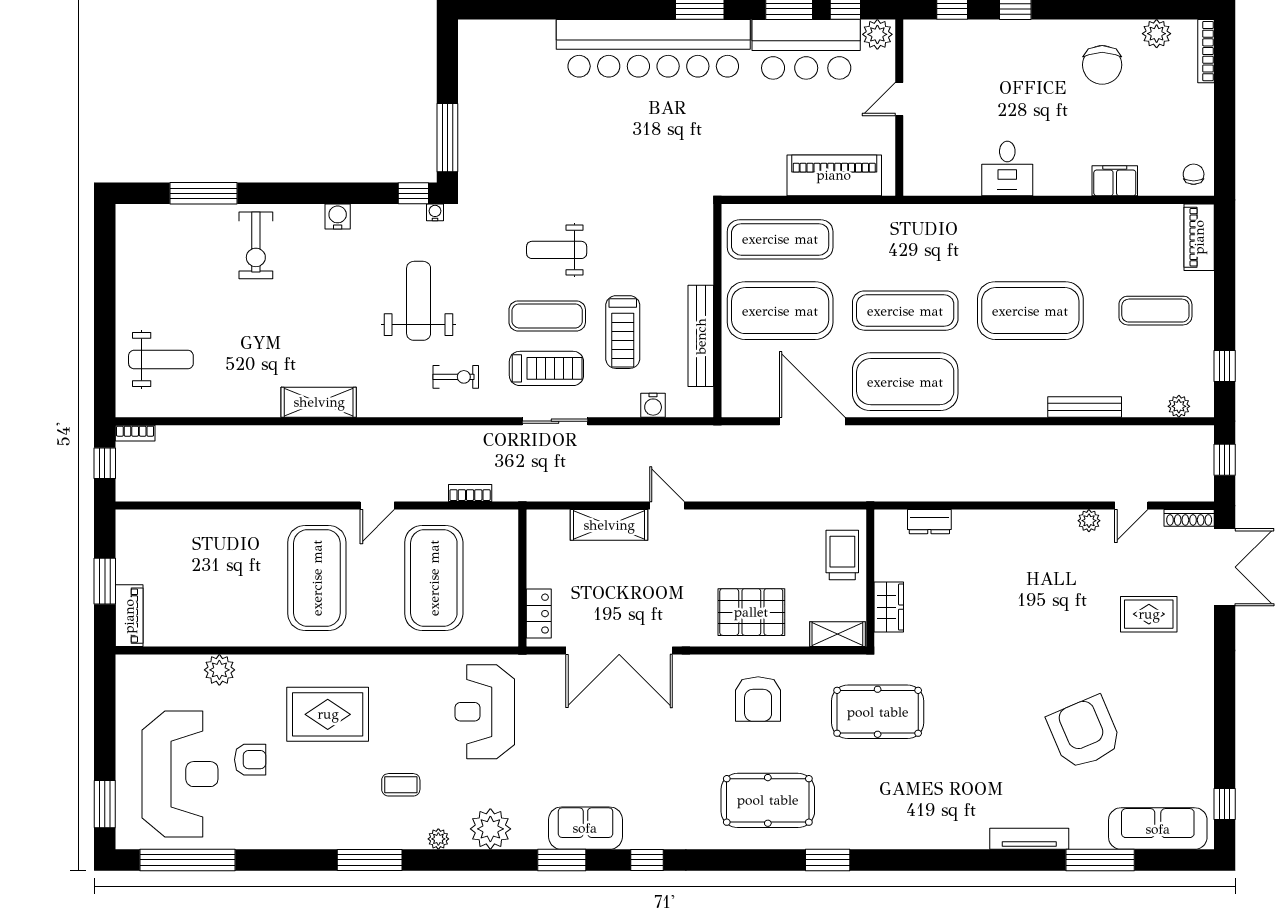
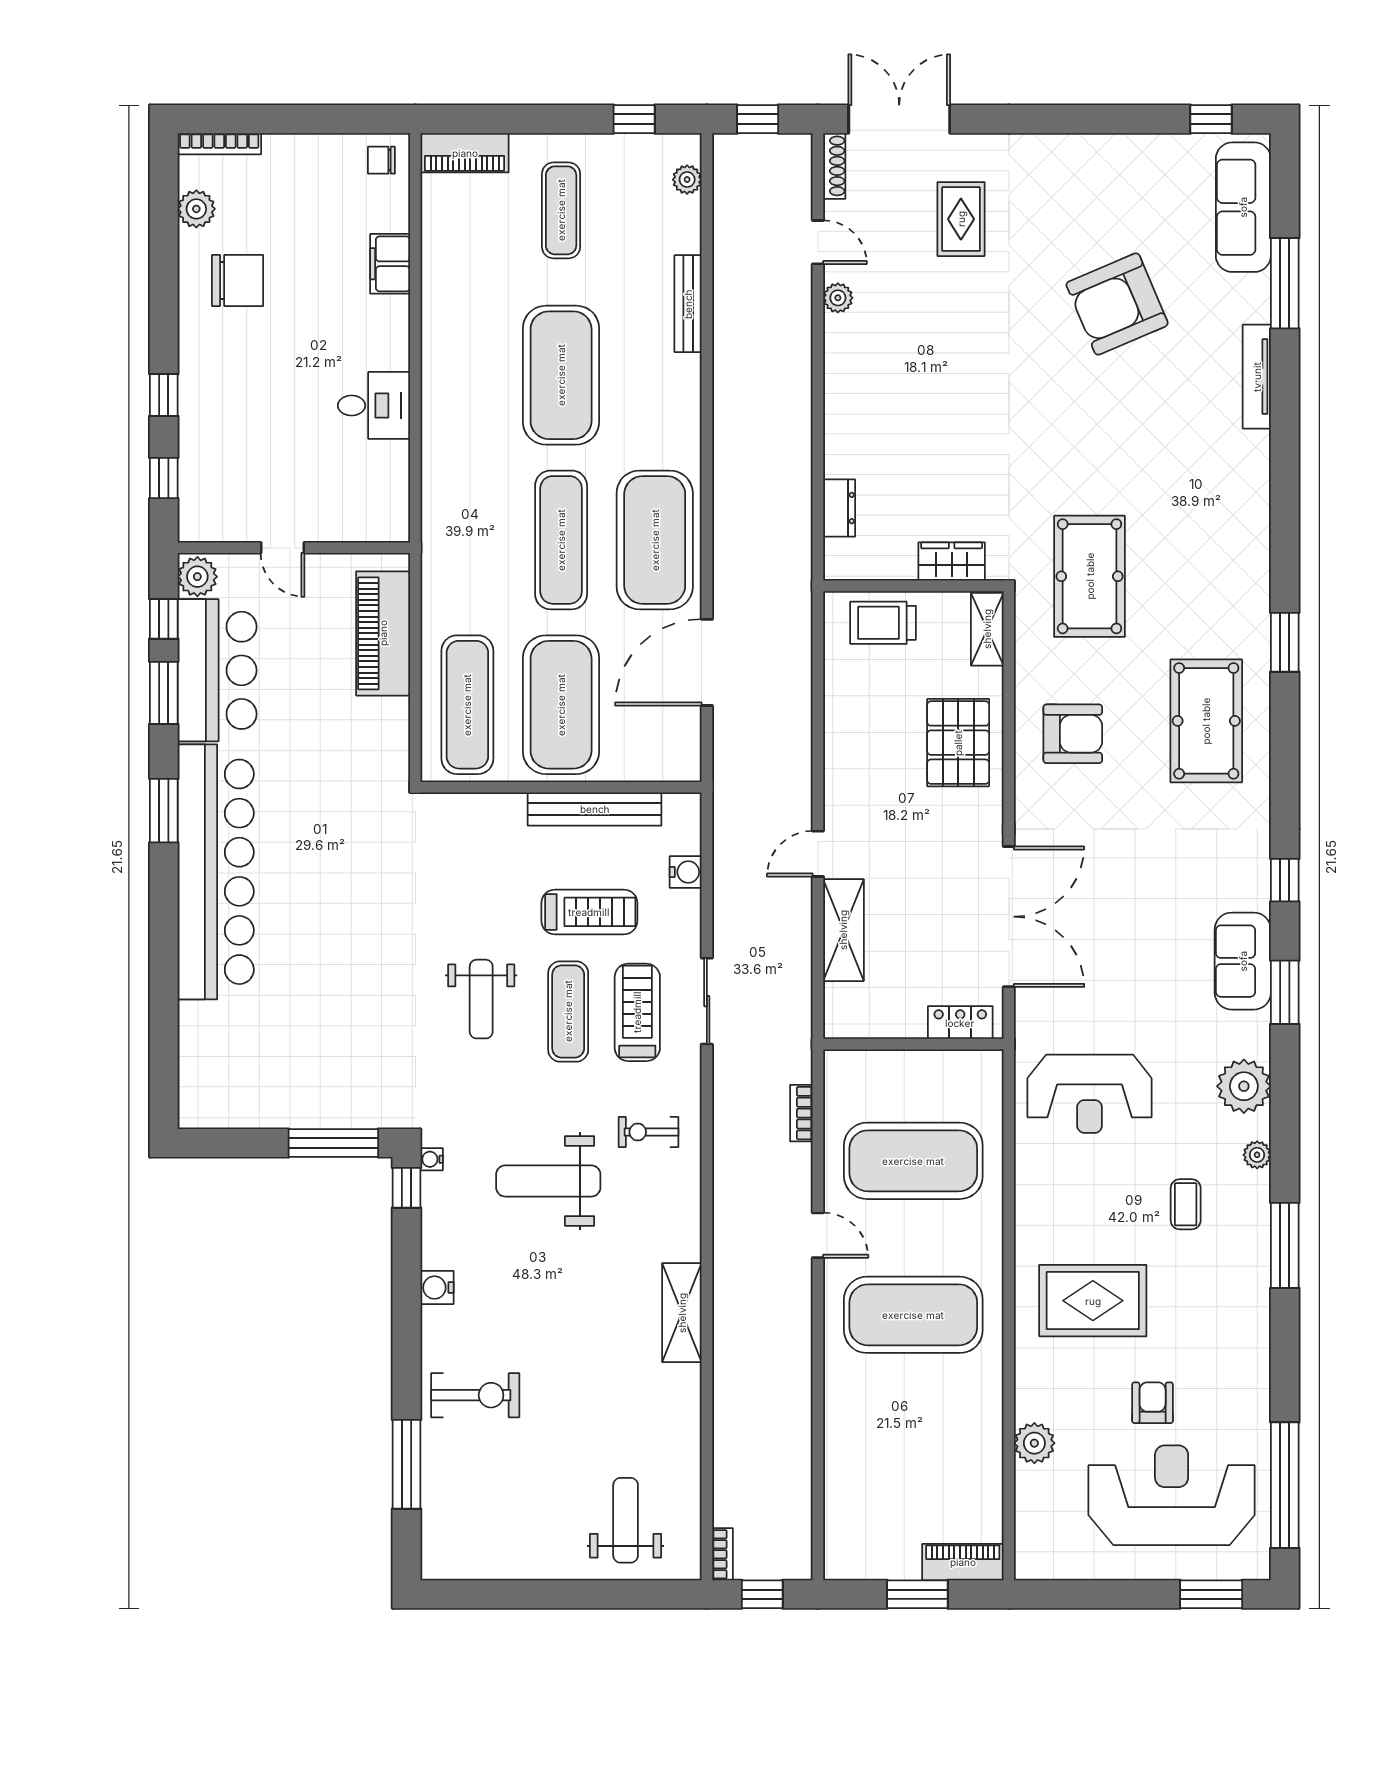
exercise bike: (456, 377) -> (648, 1132), turned -90
rug: (328, 714) -> (1093, 1301), turned 90

